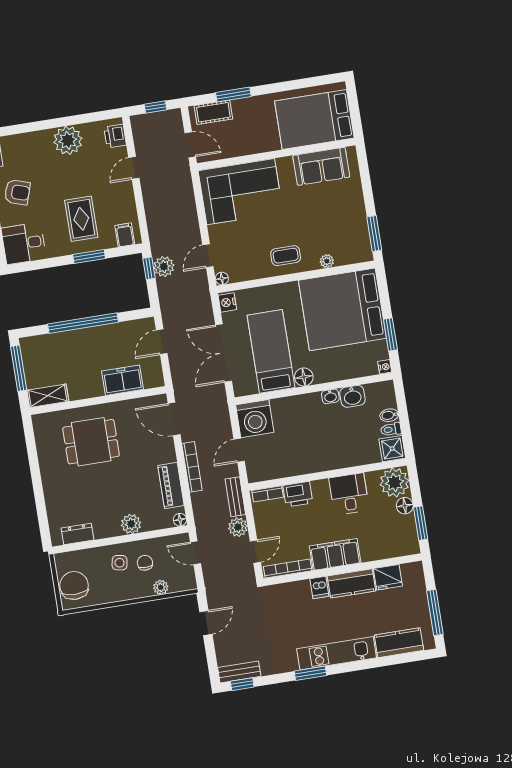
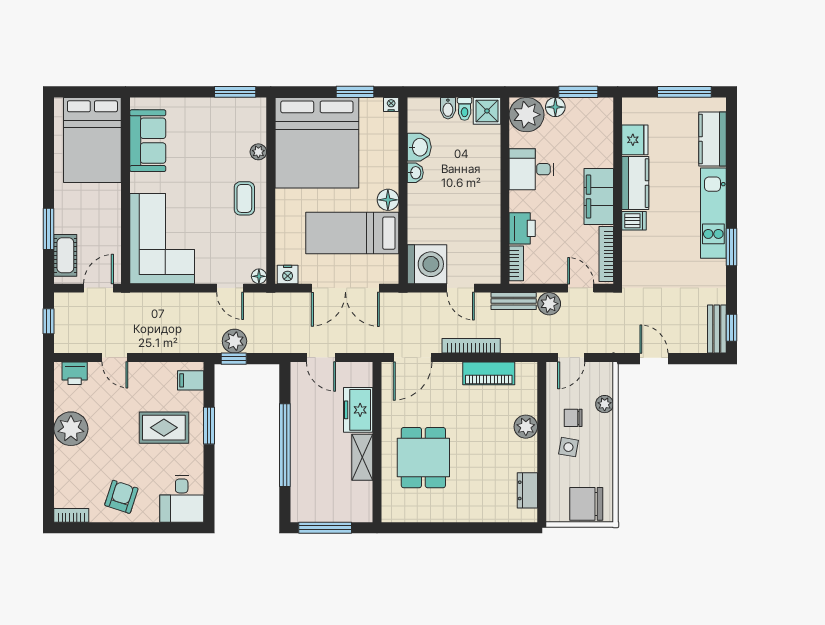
shelving: (48, 396) -> (362, 457), moved
floor lamp: (180, 520) -> (530, 369), removed

